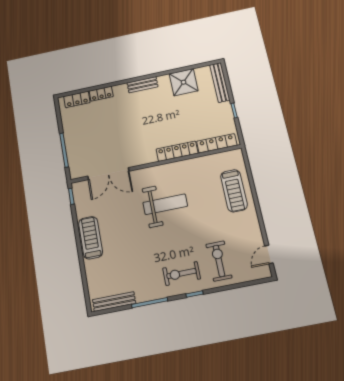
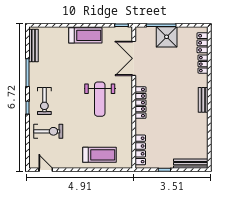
shower: (184, 82) -> (167, 37), moved
locker: (177, 151) -> (140, 103), moved
treadmill: (234, 191) -> (99, 155), turned 180
exercise bike: (181, 274) -> (44, 101), turned 180

